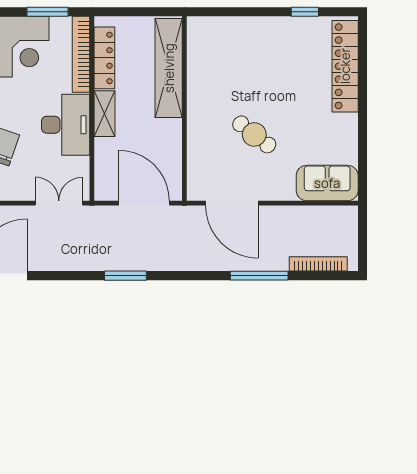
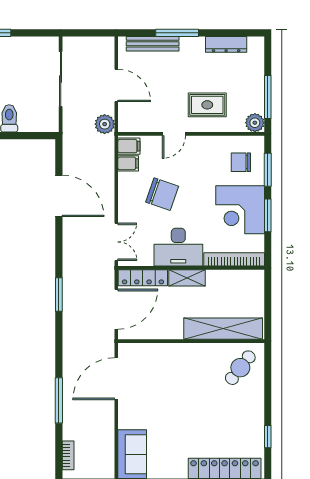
window: (47, 12) -> (268, 215), moved
locker: (104, 58) -> (143, 278), moved
cafe table: (254, 134) -> (240, 368), moved
bookcase: (318, 264) -> (68, 455), width x0.64

